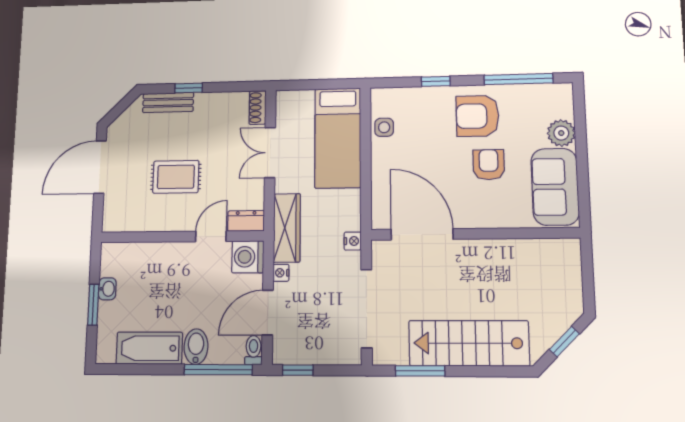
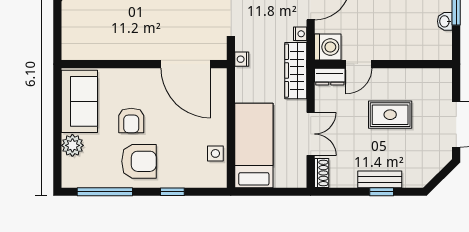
bench: (168, 103) -> (380, 179), moved

